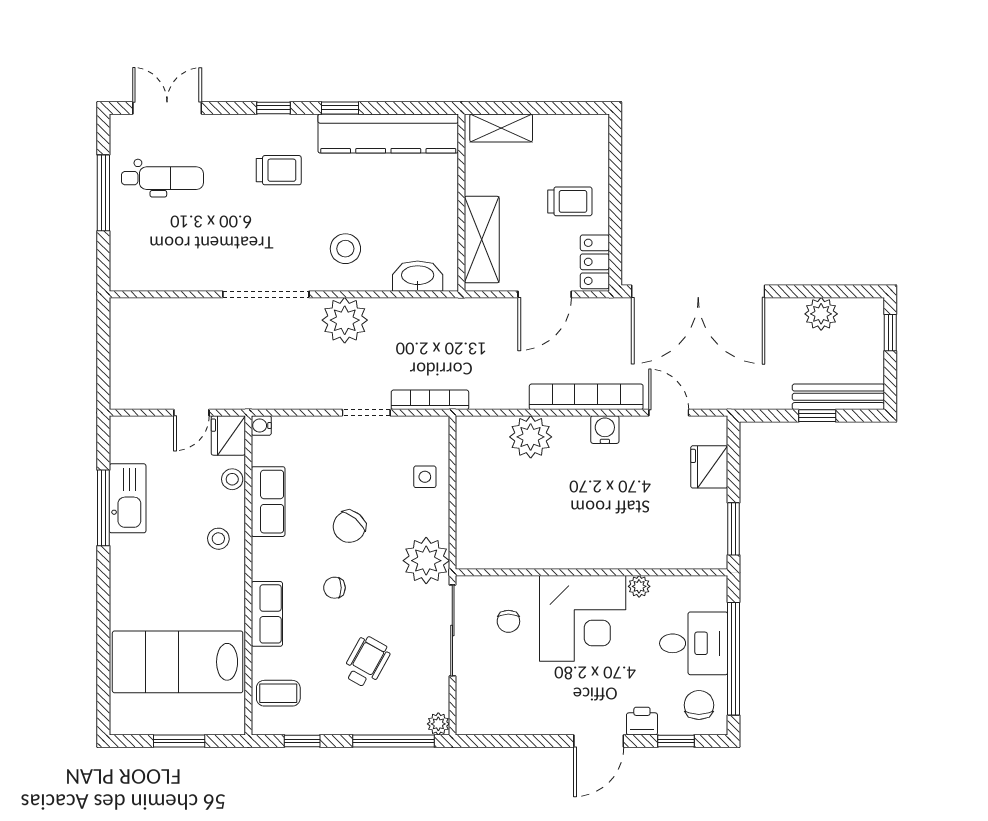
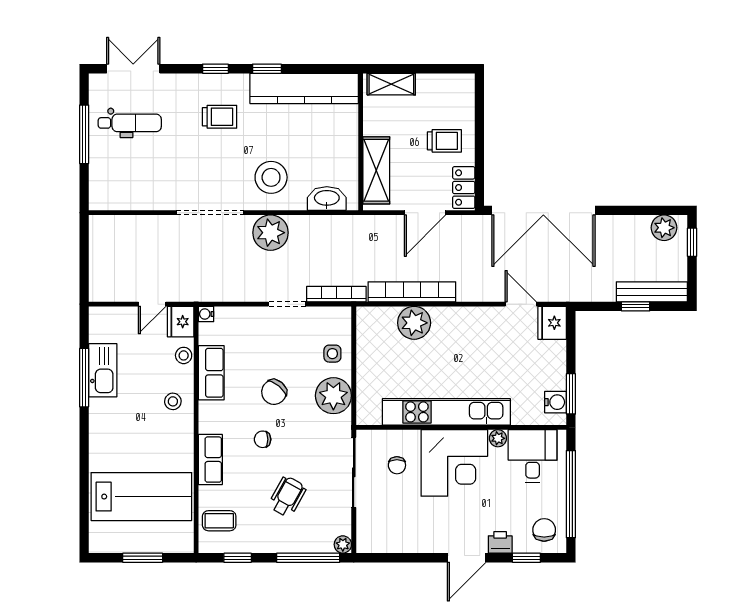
stool: (345, 249) -> (271, 177), width x1.38, depth x1.38
plant: (821, 314) -> (664, 228), moved
bookcase: (586, 397) -> (412, 292), moved
water cooler: (605, 430) -> (555, 402), moved, turned 90
fridge: (709, 467) -> (552, 323), moved
kitchen unit: (572, 552) -> (446, 412), added
plant: (426, 561) -> (333, 396), moved
desk: (694, 643) -> (533, 456), moved, turned -90
lab bench: (178, 662) -> (141, 497), turned 180

